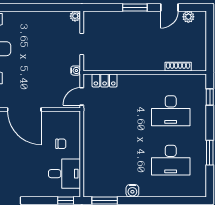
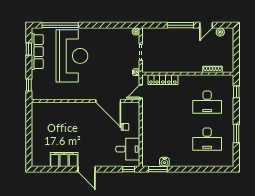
window: (135, 7) -> (180, 25), width x1.44
locker: (105, 80) -> (163, 80), width x1.53
door: (24, 109) -> (108, 101), moved
water cooler: (132, 191) -> (164, 162), moved

